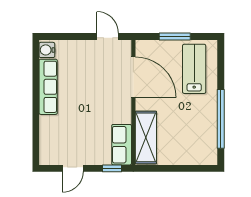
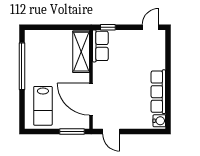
window: (175, 36) -> (72, 131), moved
door: (73, 168) -> (150, 27), moved

